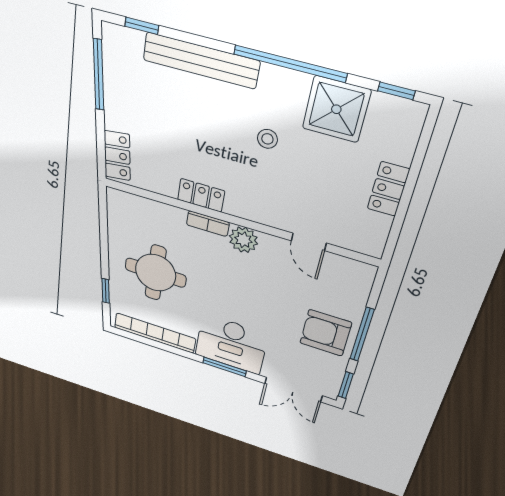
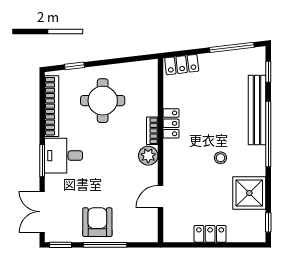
window: (290, 64) -> (268, 134), moved
desk: (231, 344) -> (64, 156), width x0.73

